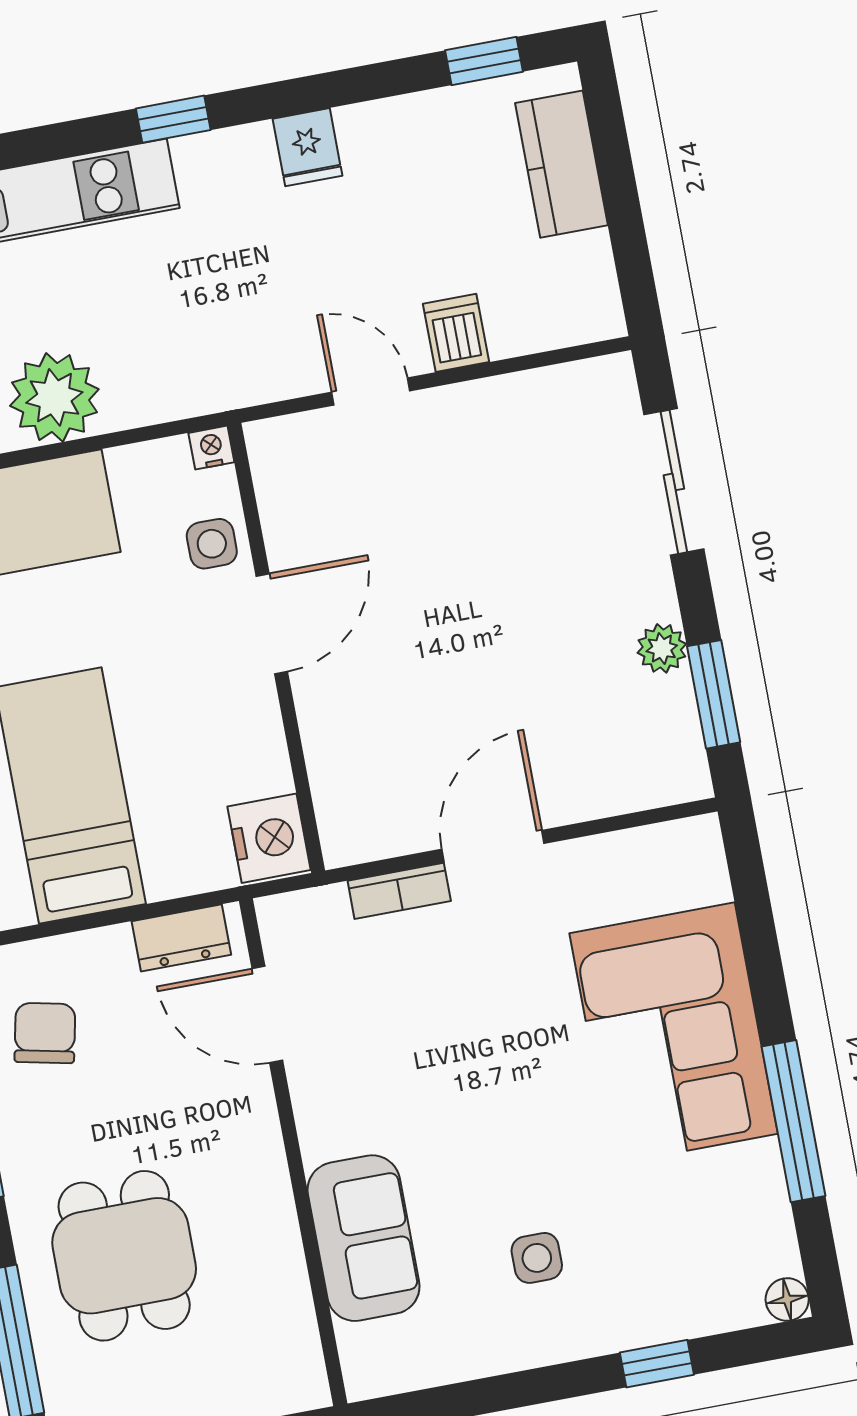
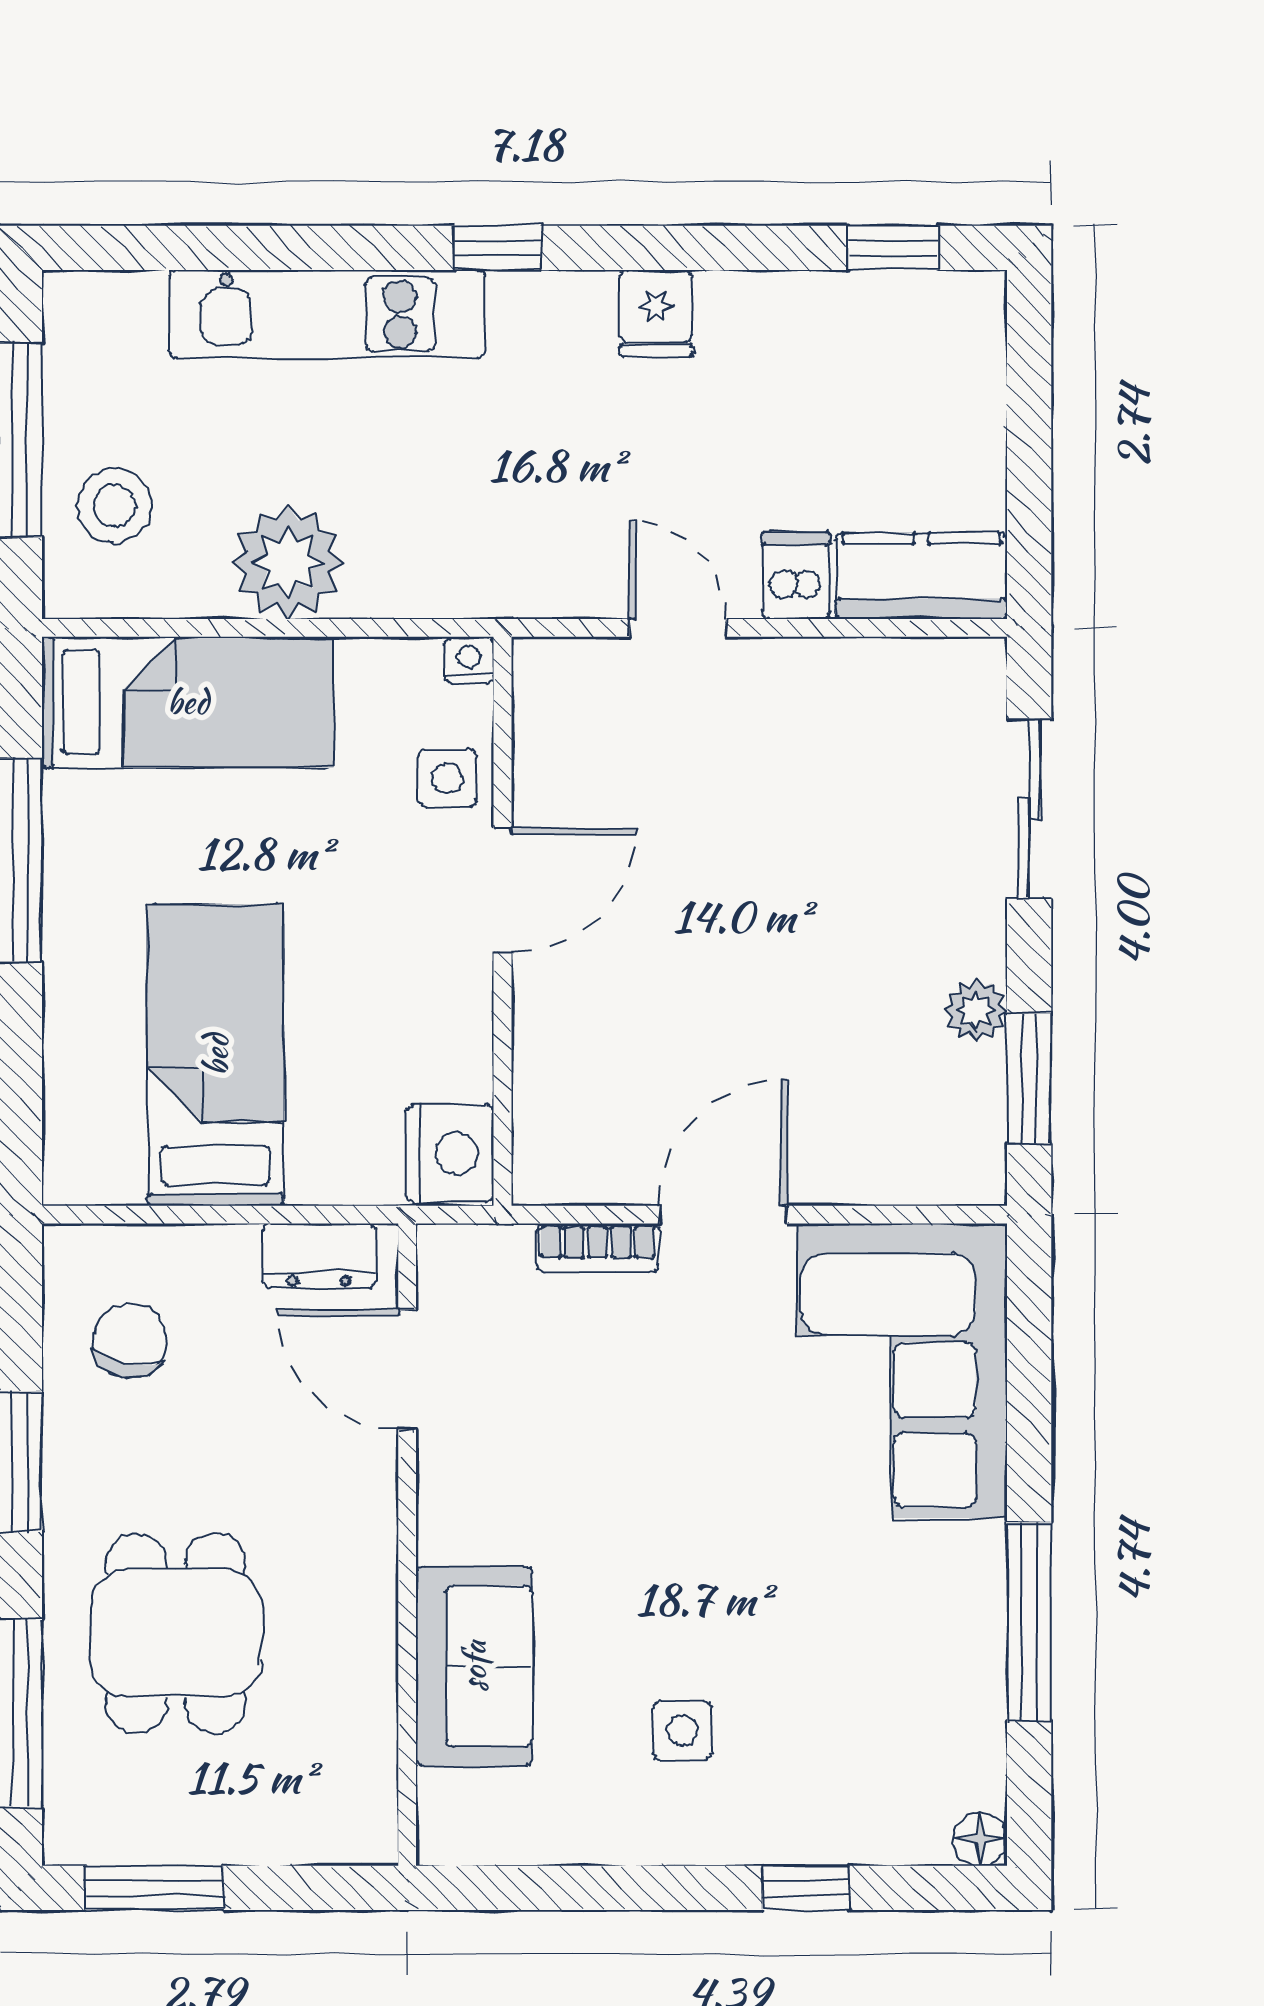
kitchen counter: (562, 164) -> (921, 576), moved, turned 90
corner sofa: (674, 1033) -> (902, 1371), moved

